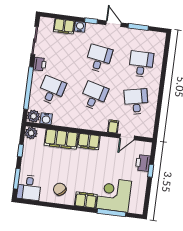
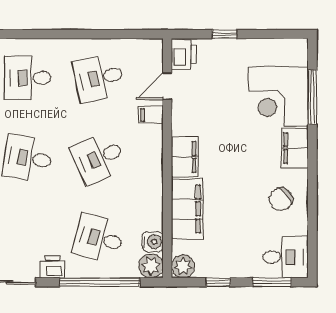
desk: (94, 96) -> (99, 158), turned -39
door: (127, 137) -> (167, 86), swing flipped
printer: (143, 163) -> (184, 54), moved, turned -90

